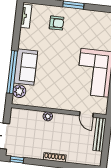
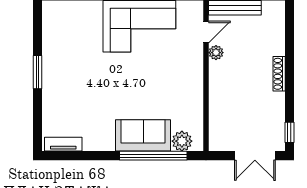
armchair: (57, 23) -> (69, 95), removed
plant: (48, 116) -> (216, 53), moved

